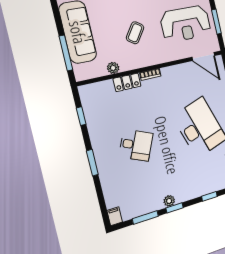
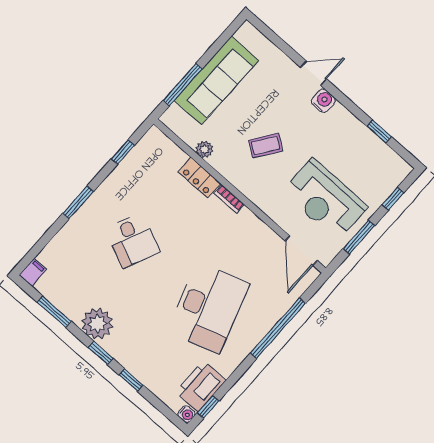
plant: (169, 201) -> (97, 324), width x1.88, depth x1.88
window: (174, 208) -> (101, 353), moved

